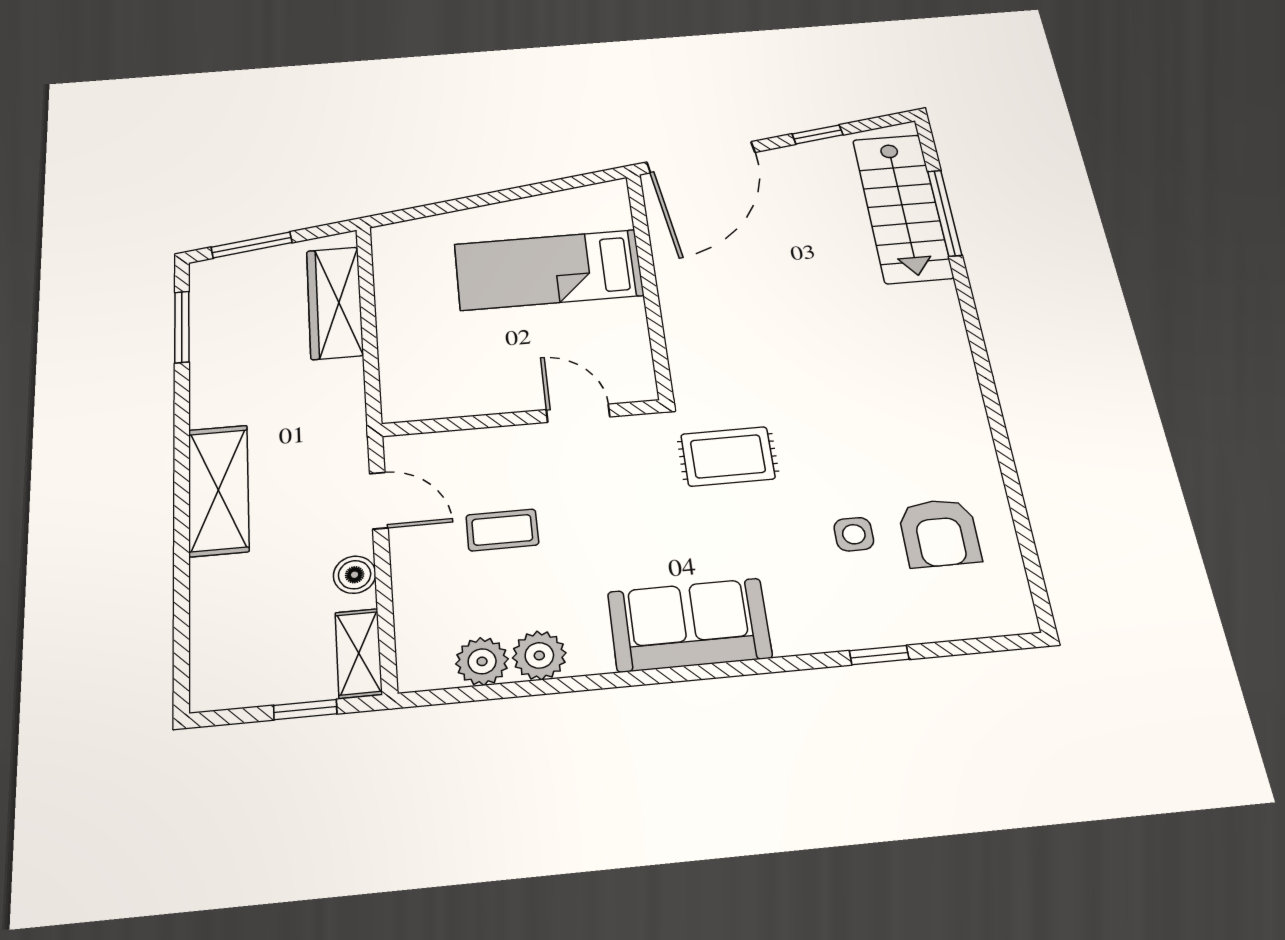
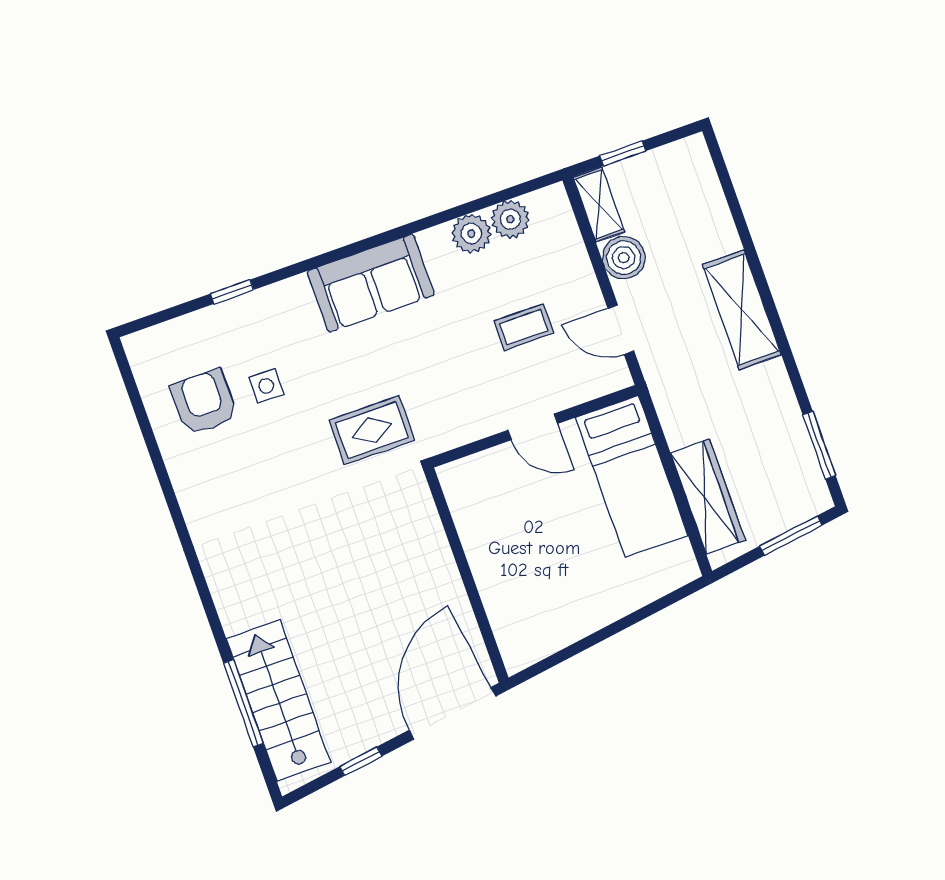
bed: (549, 270) -> (632, 476), moved, turned 90
door: (578, 413) -> (533, 427), moved
boiler: (355, 575) -> (624, 258), width x1.36, depth x1.36

